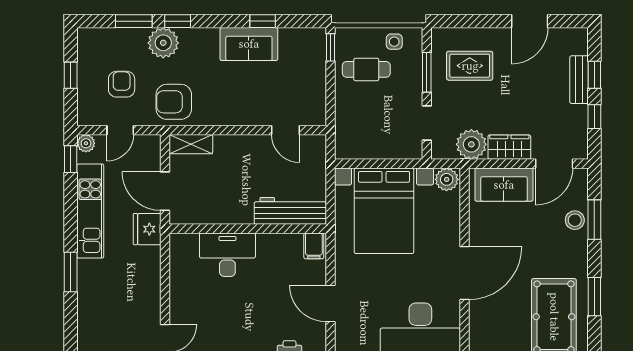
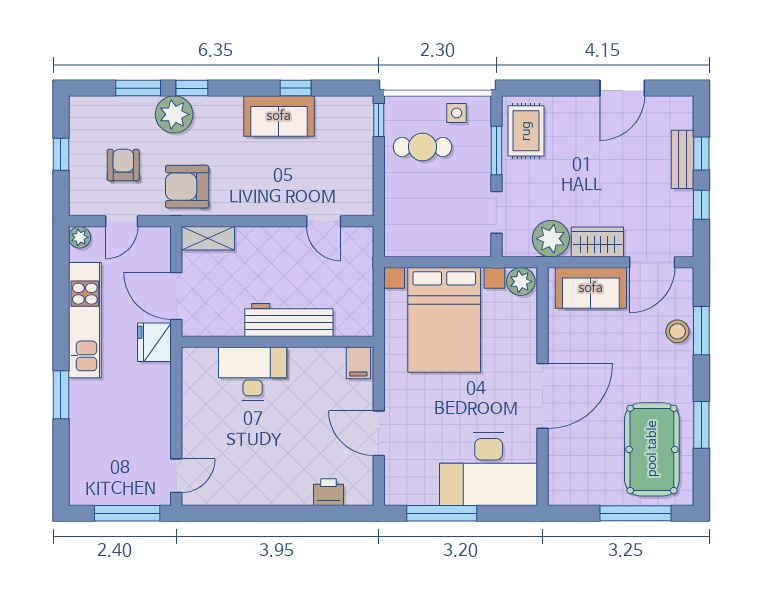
rug: (470, 66) -> (526, 131), moved, turned 90
window: (71, 159) -> (61, 257), removed
workbench: (290, 211) -> (289, 320), moved

